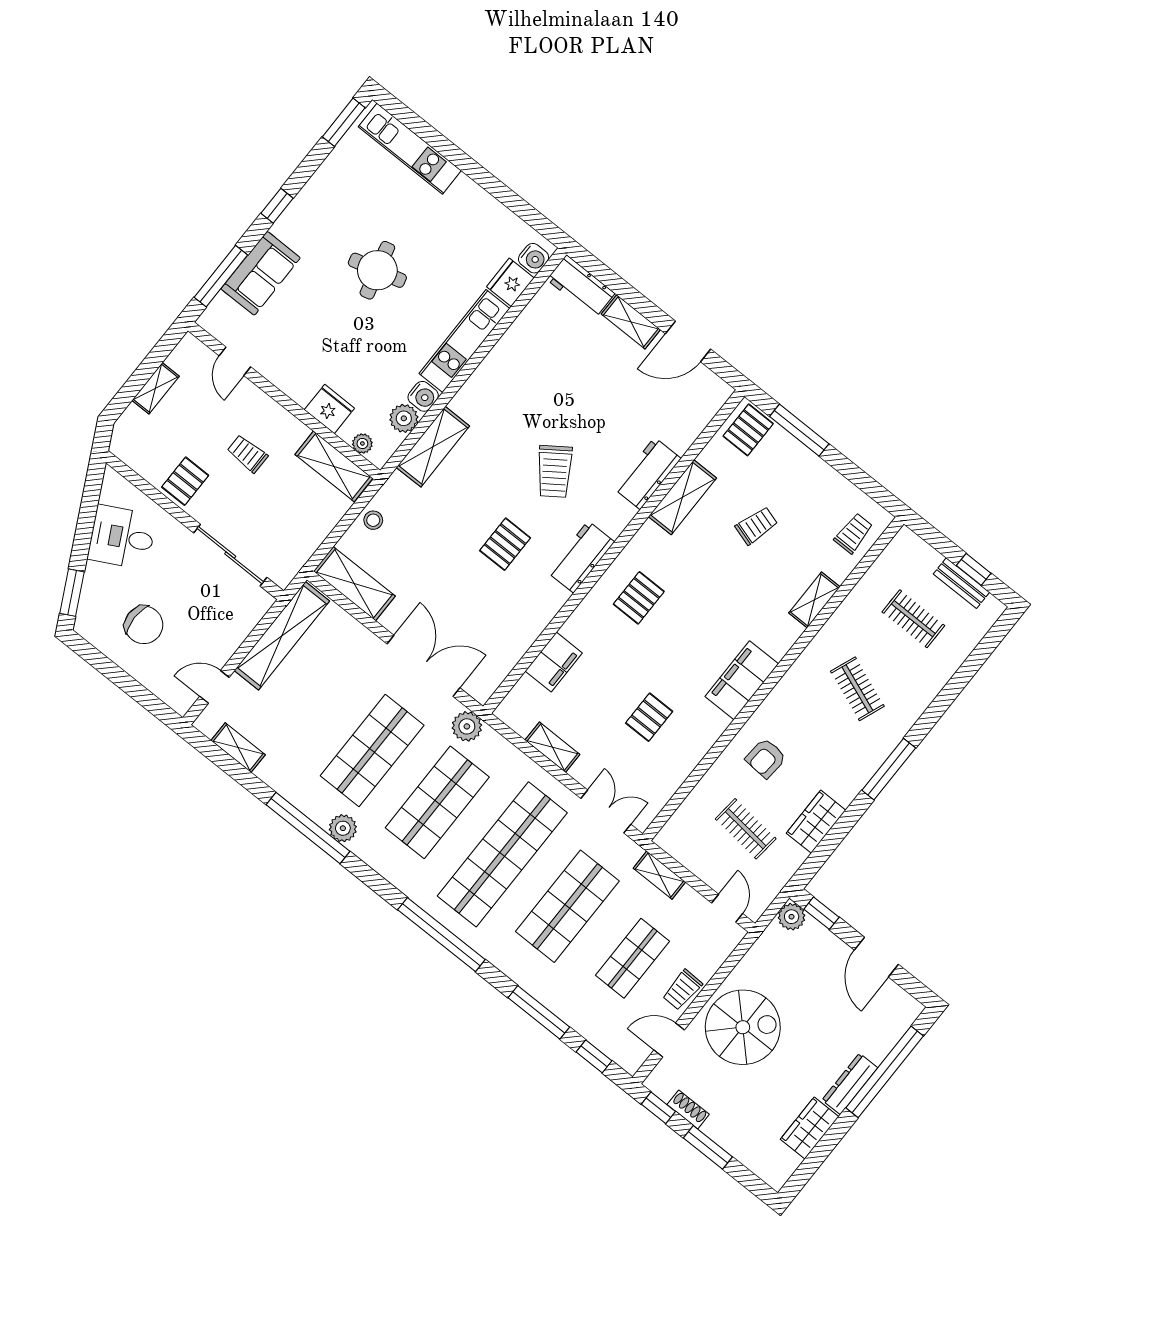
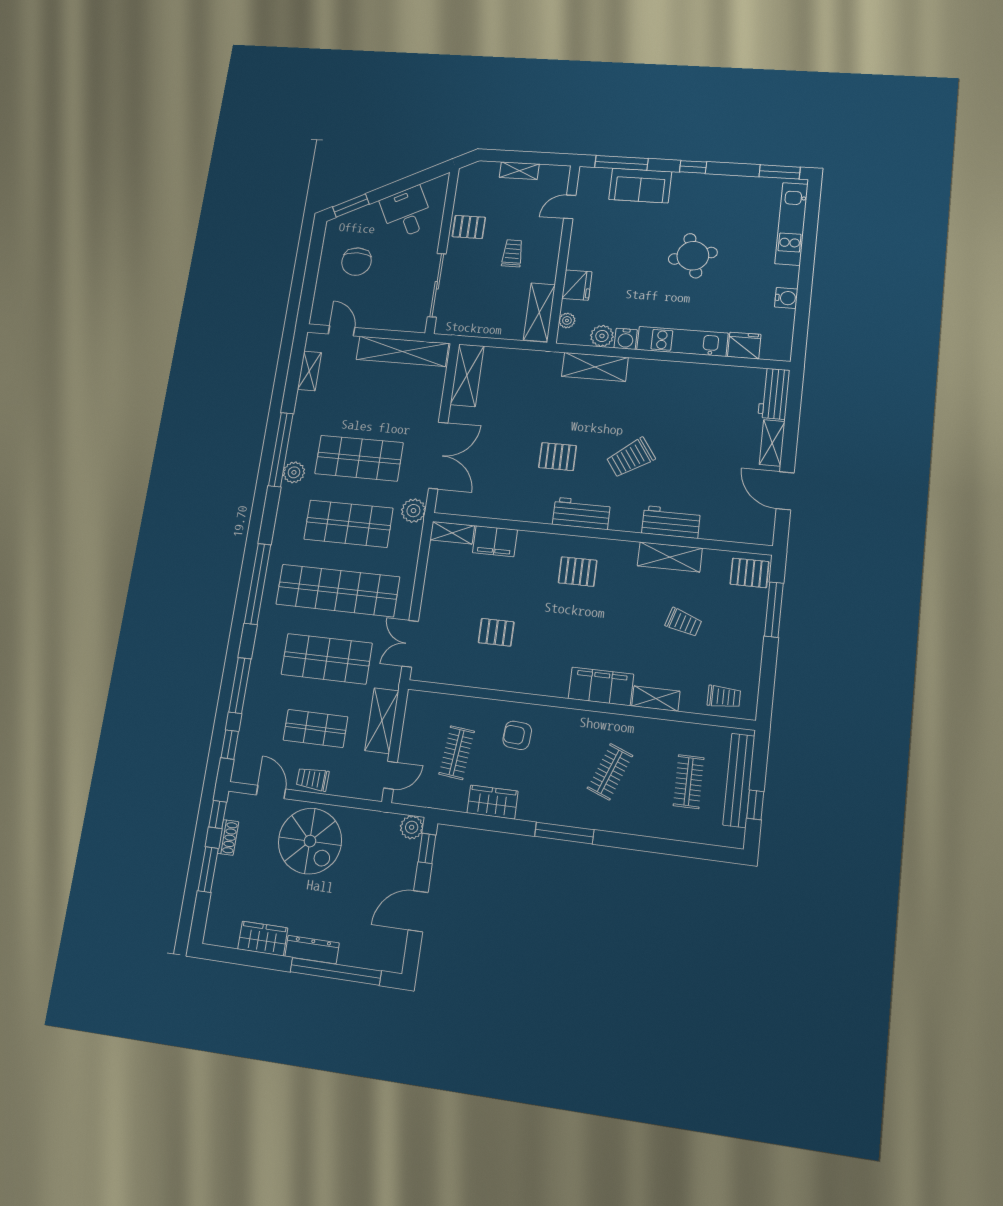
water cooler: (534, 258) -> (786, 298), moved, turned -90
stool: (373, 520) -> (519, 360), removed
bench: (961, 583) -> (739, 780), width x1.86, depth x1.21
filing cabinet: (742, 680) -> (601, 686), moved
shelving: (552, 747) -> (452, 533), moved, turned 90
double door: (606, 811) -> (410, 644), swing flipped
shelving: (659, 875) -> (382, 721), width x1.50, depth x1.33

